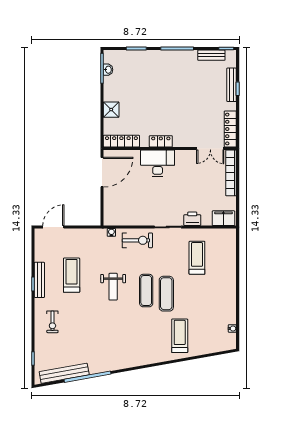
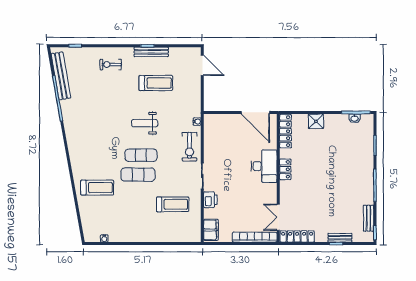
bench: (232, 85) -> (340, 238), width x0.73

